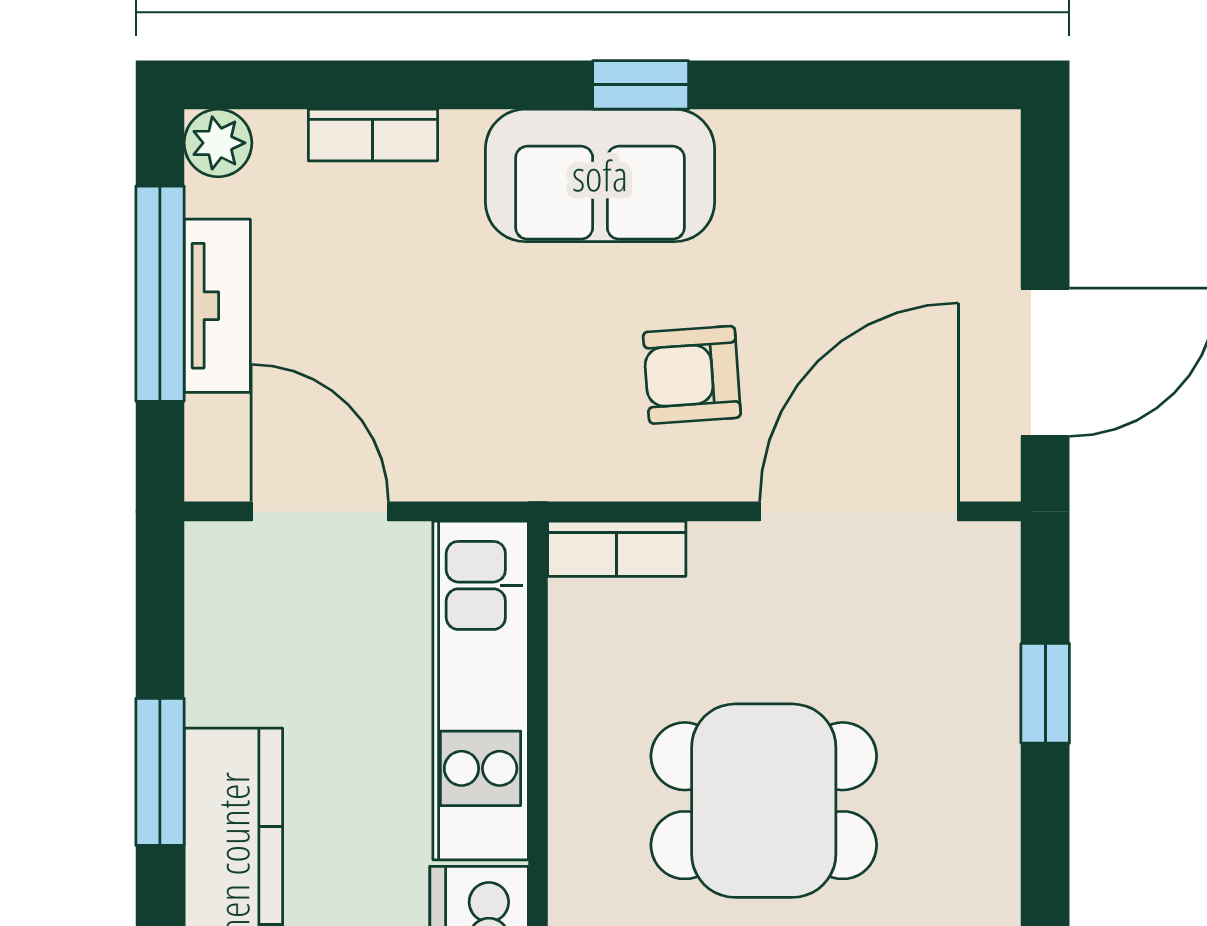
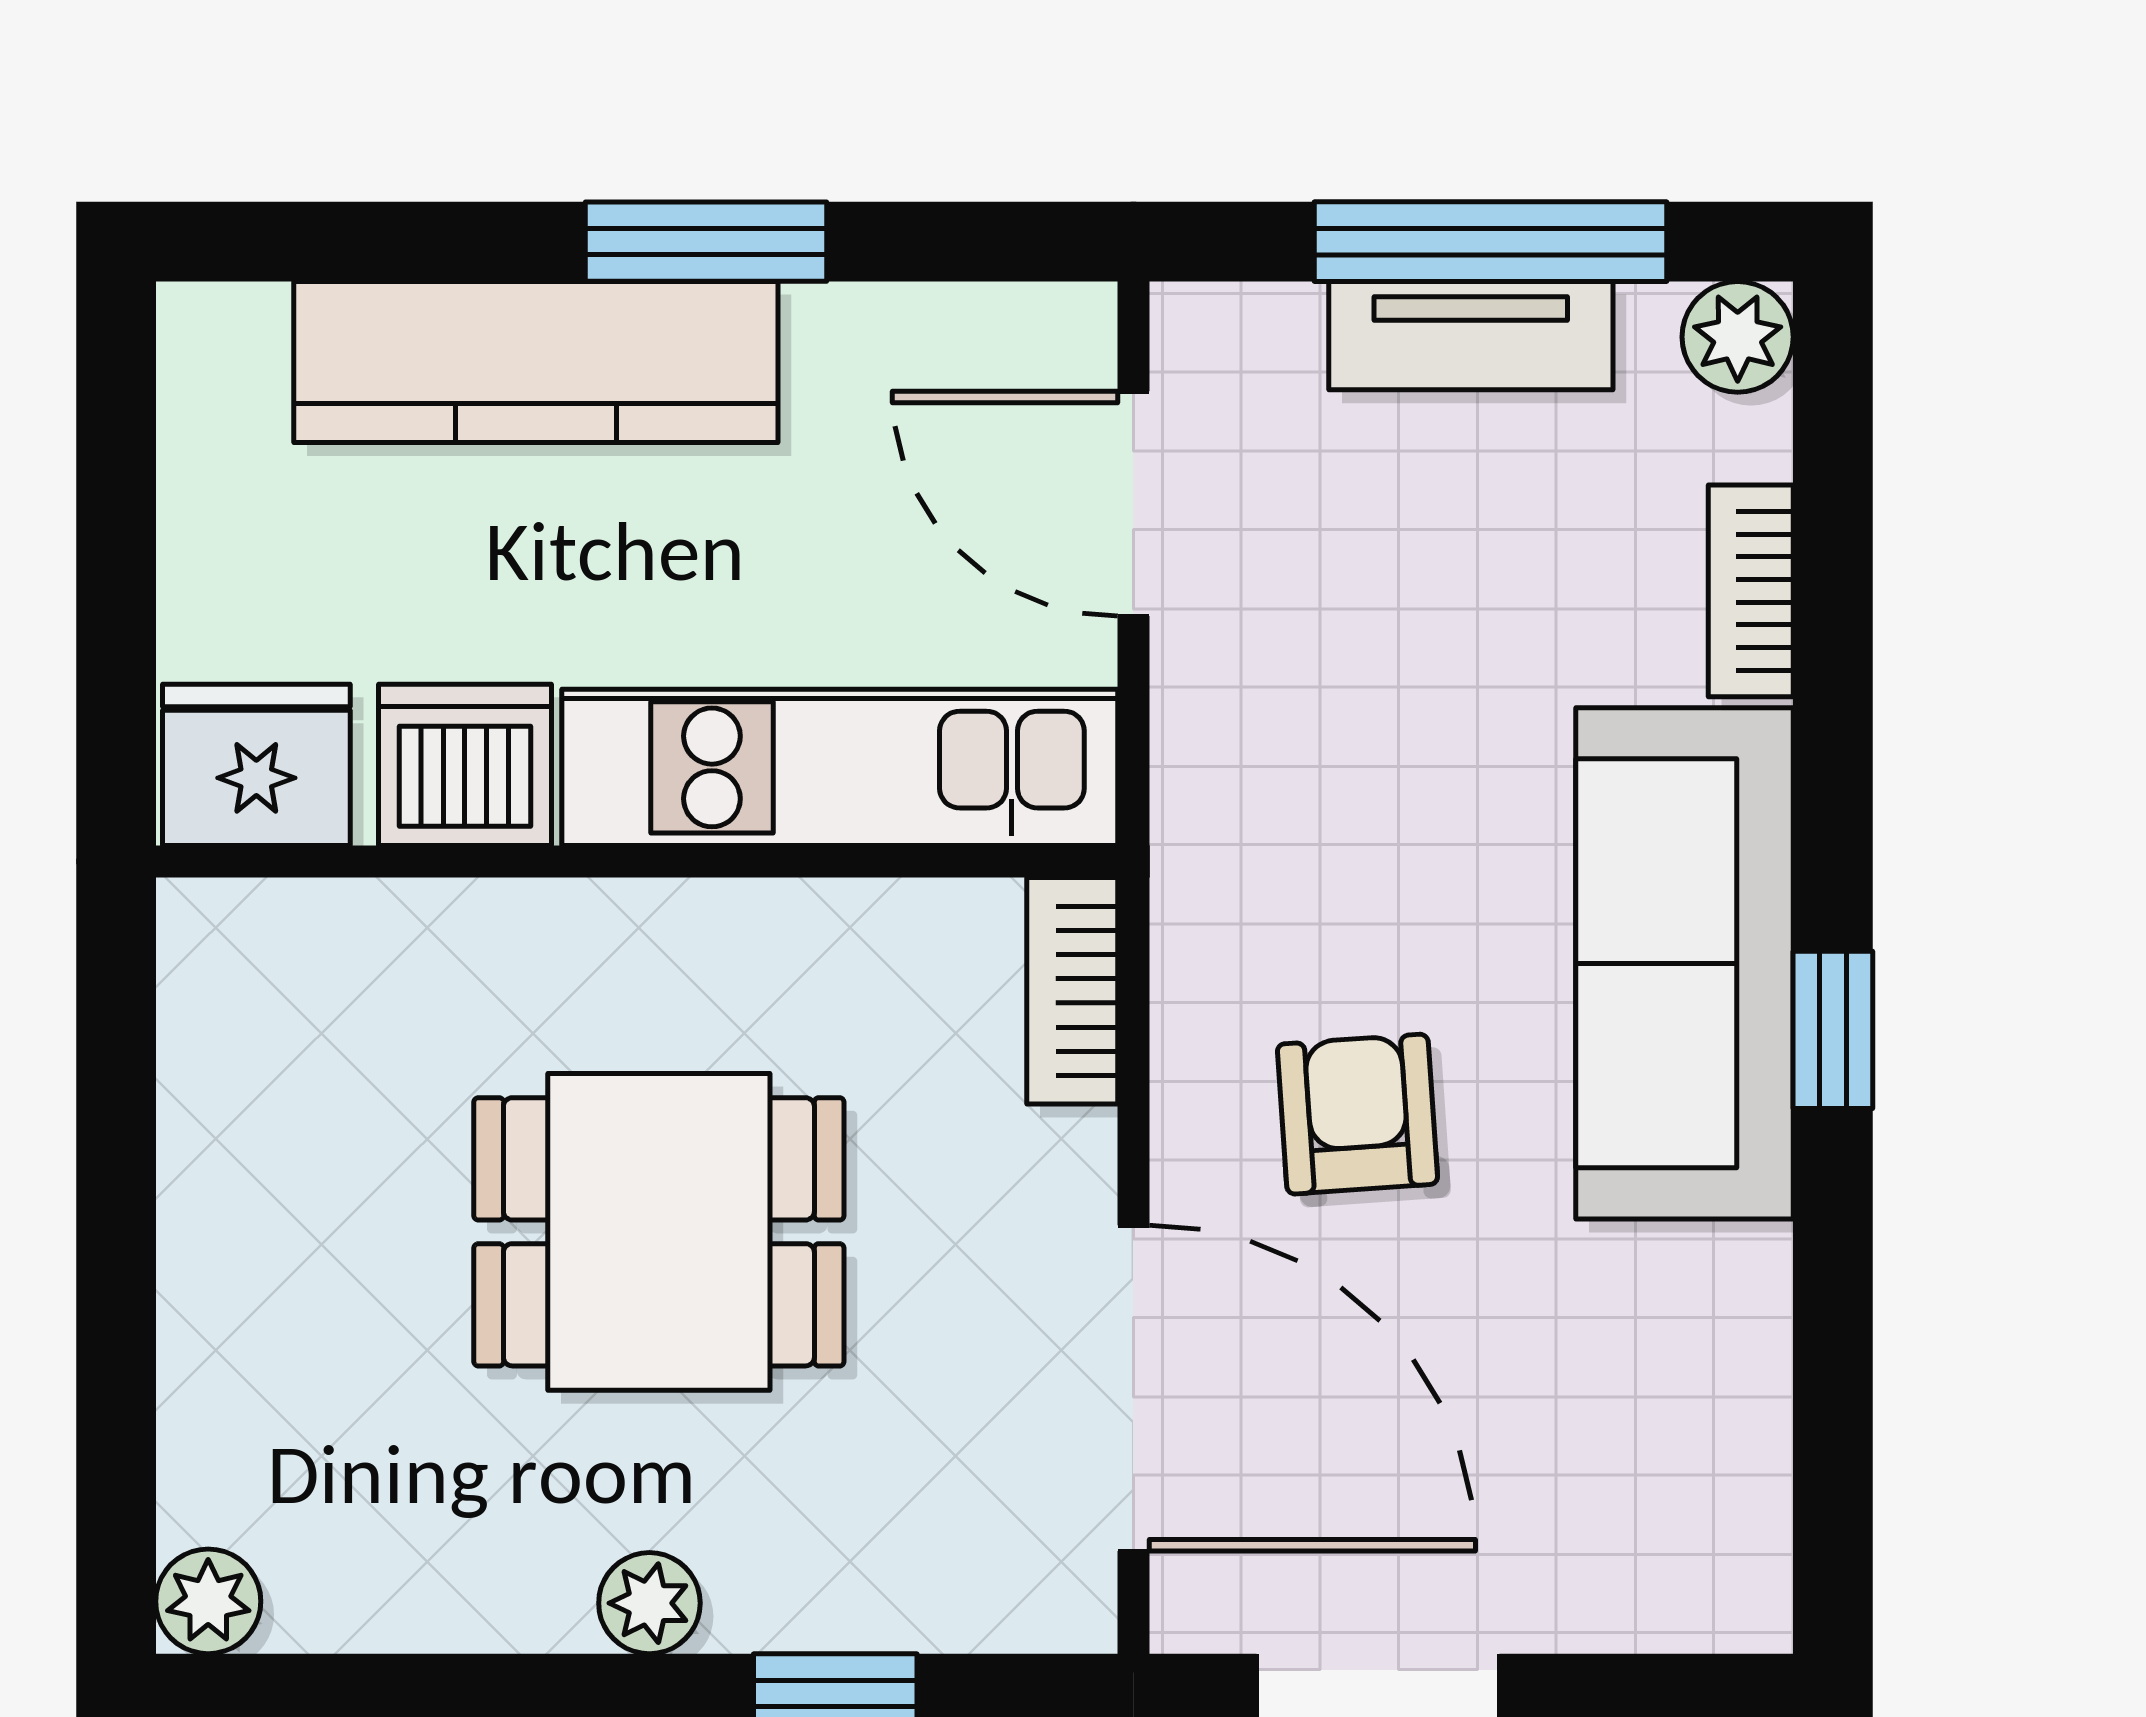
sofa: (600, 175) -> (1684, 963), width x1.36
door: (320, 511) -> (1133, 504), swing flipped
dining table: (764, 801) -> (659, 1232), turned 90
plant: (990, 806) -> (649, 1603), added

